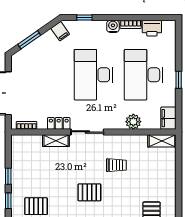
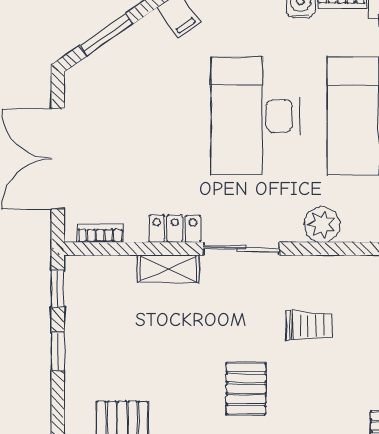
plant: (133, 122) -> (322, 225), moved
pallet: (89, 192) -> (246, 389), turned 90
window: (8, 201) -> (58, 289), moved

